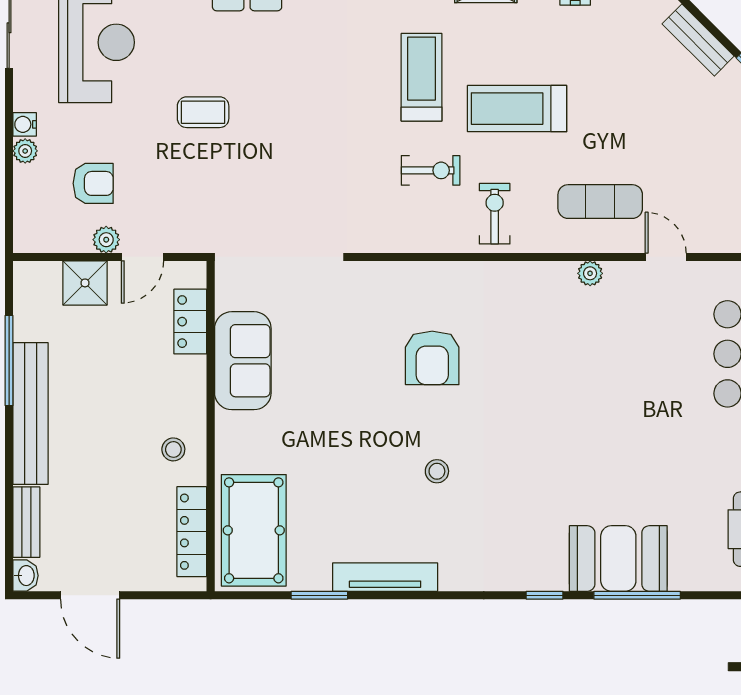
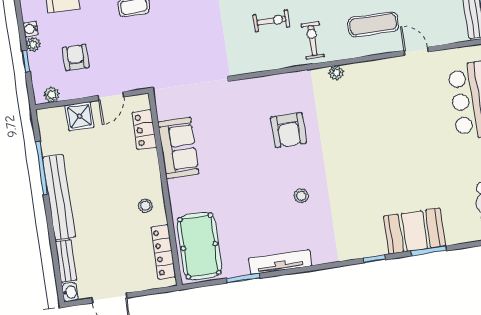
window: (9, 177) -> (26, 61), added
armchair: (93, 183) -> (76, 57), turned -90
plant: (106, 240) -> (52, 95), moved
plant: (590, 273) -> (336, 73), moved
window: (637, 595) -> (429, 251), width x0.69

